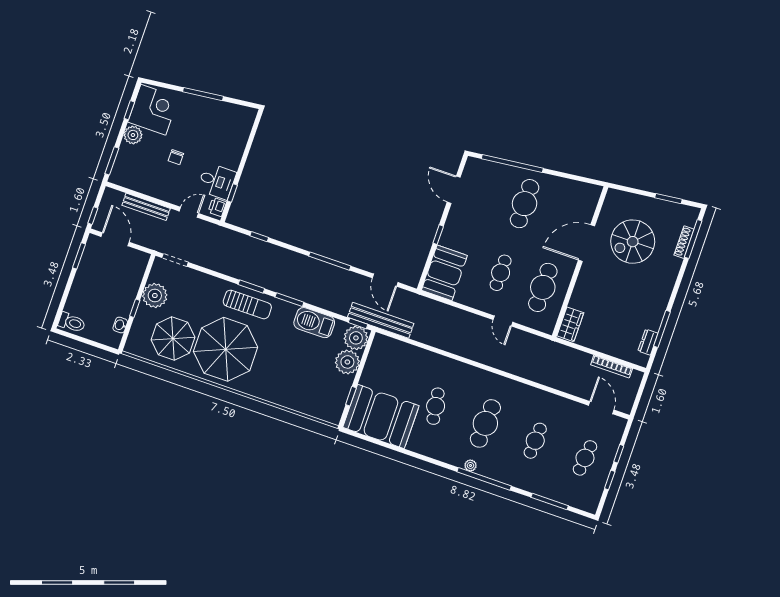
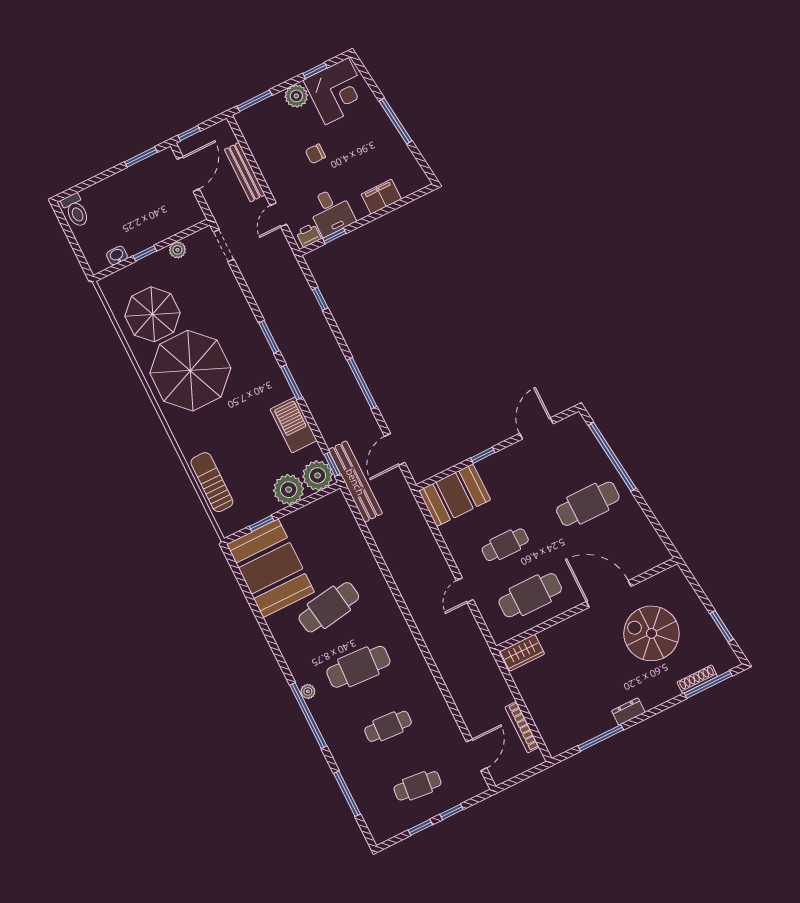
filing cabinet: (237, 145) -> (381, 197), added
door: (189, 212) -> (278, 215), swing flipped
plant: (155, 296) -> (177, 250), width x0.53, depth x0.53
sun lounger: (247, 304) -> (212, 482), moved, turned 180
dresser: (648, 342) -> (628, 712), moved
cafe table: (436, 406) -> (329, 607), width x1.37, depth x1.35

